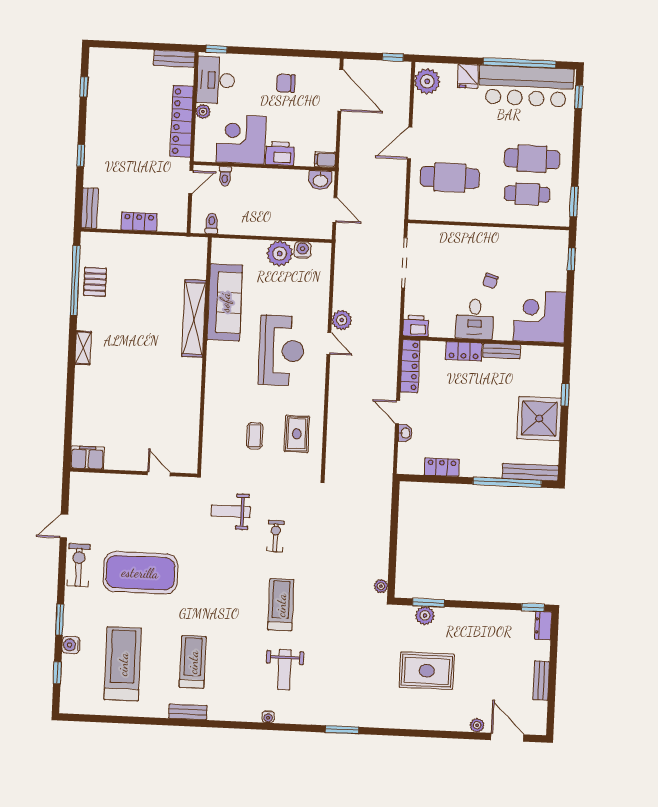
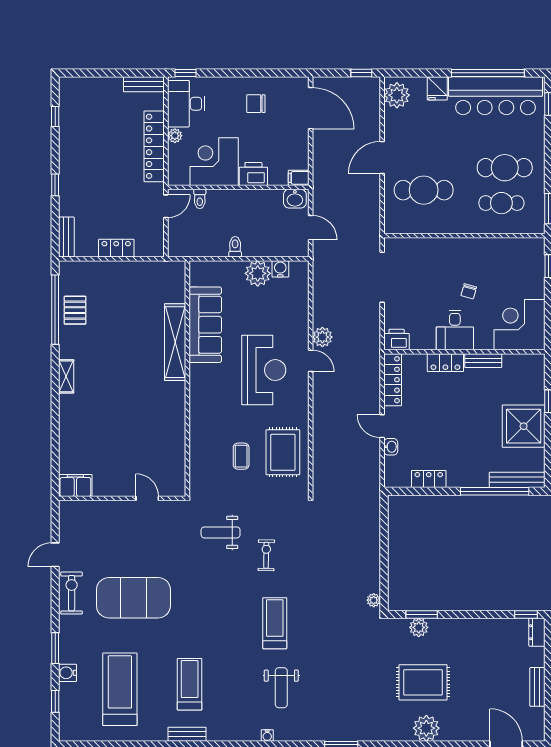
toilet: (212, 224) -> (235, 247), moved
rug: (297, 434) -> (283, 452), width x1.36, depth x1.43
plant: (477, 725) -> (426, 728), moved, width x1.88, depth x1.88

